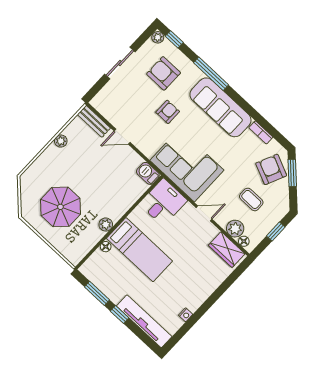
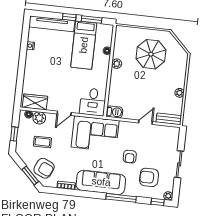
armchair: (164, 73) -> (149, 177), turned 180
bed: (139, 250) -> (84, 45), moved, turned -90

